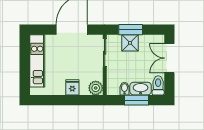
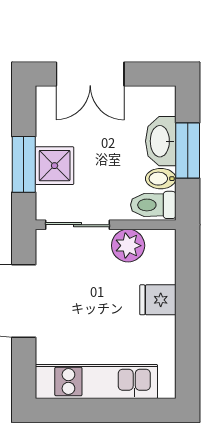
toilet: (158, 85) -> (153, 205), moved
plant: (96, 88) -> (128, 246), moved

